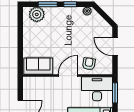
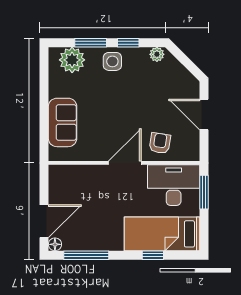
side table: (61, 15) -> (112, 61), added
sofa: (38, 66) -> (63, 122), moved, turned 90

